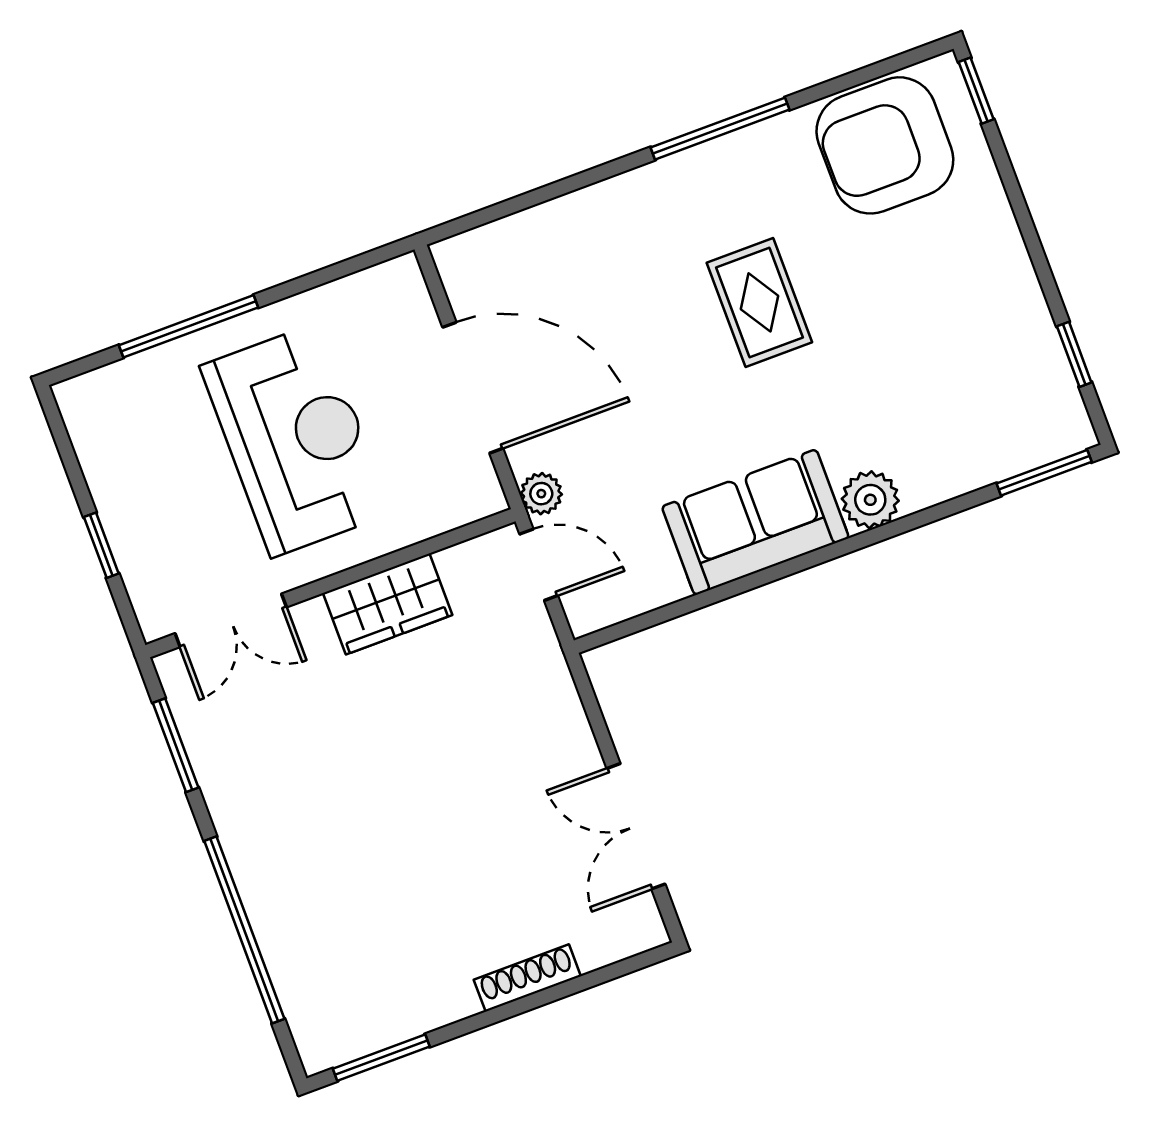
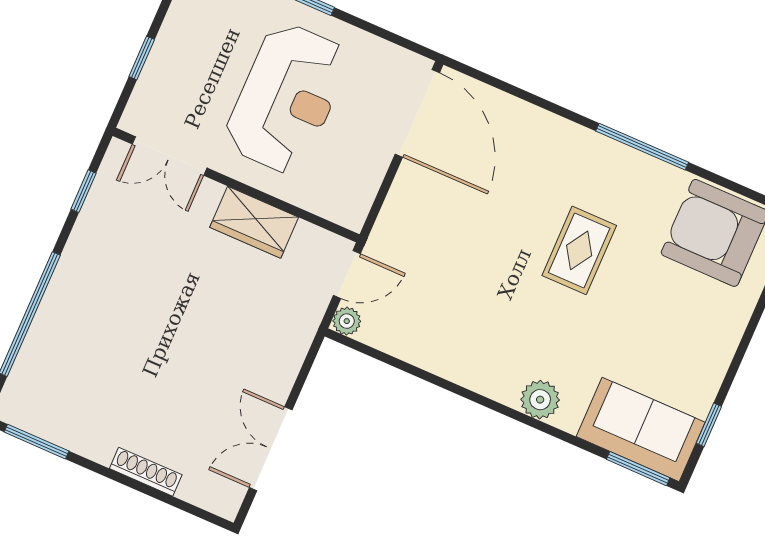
door: (473, 388) -> (417, 113), moved
plant: (541, 494) -> (347, 321), moved
sofa: (755, 522) -> (641, 429), moved
door: (539, 565) -> (347, 275), hinge flipped
window: (176, 745) -> (84, 191), width x0.67

